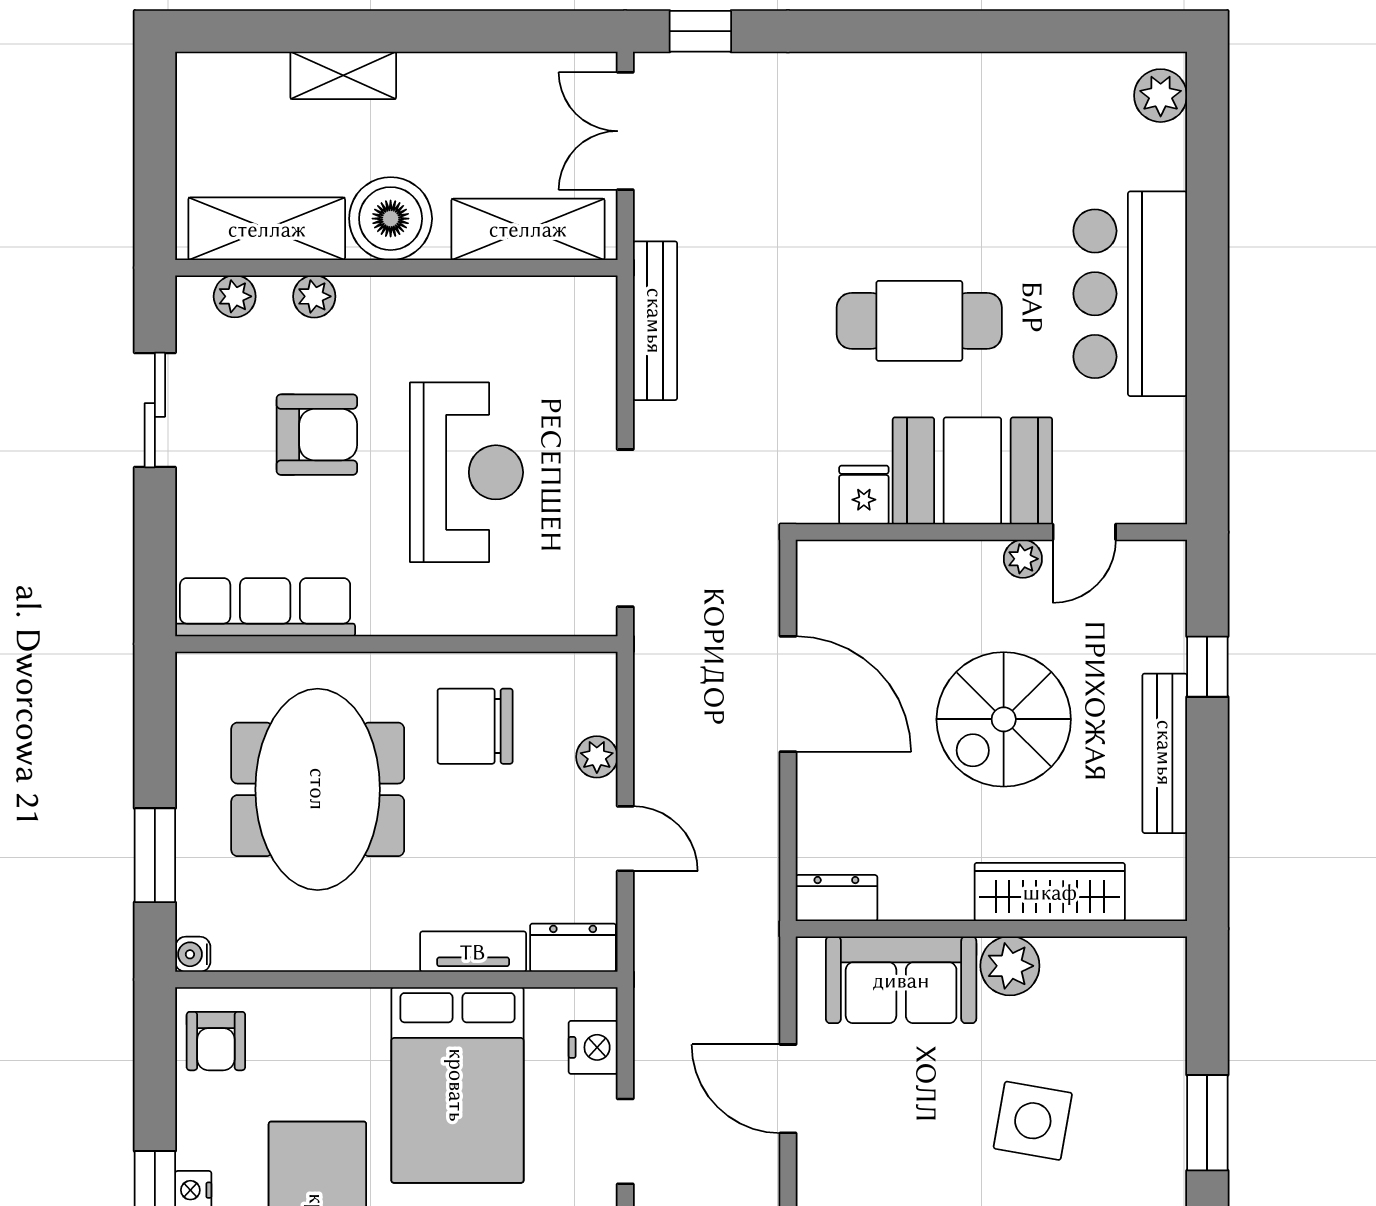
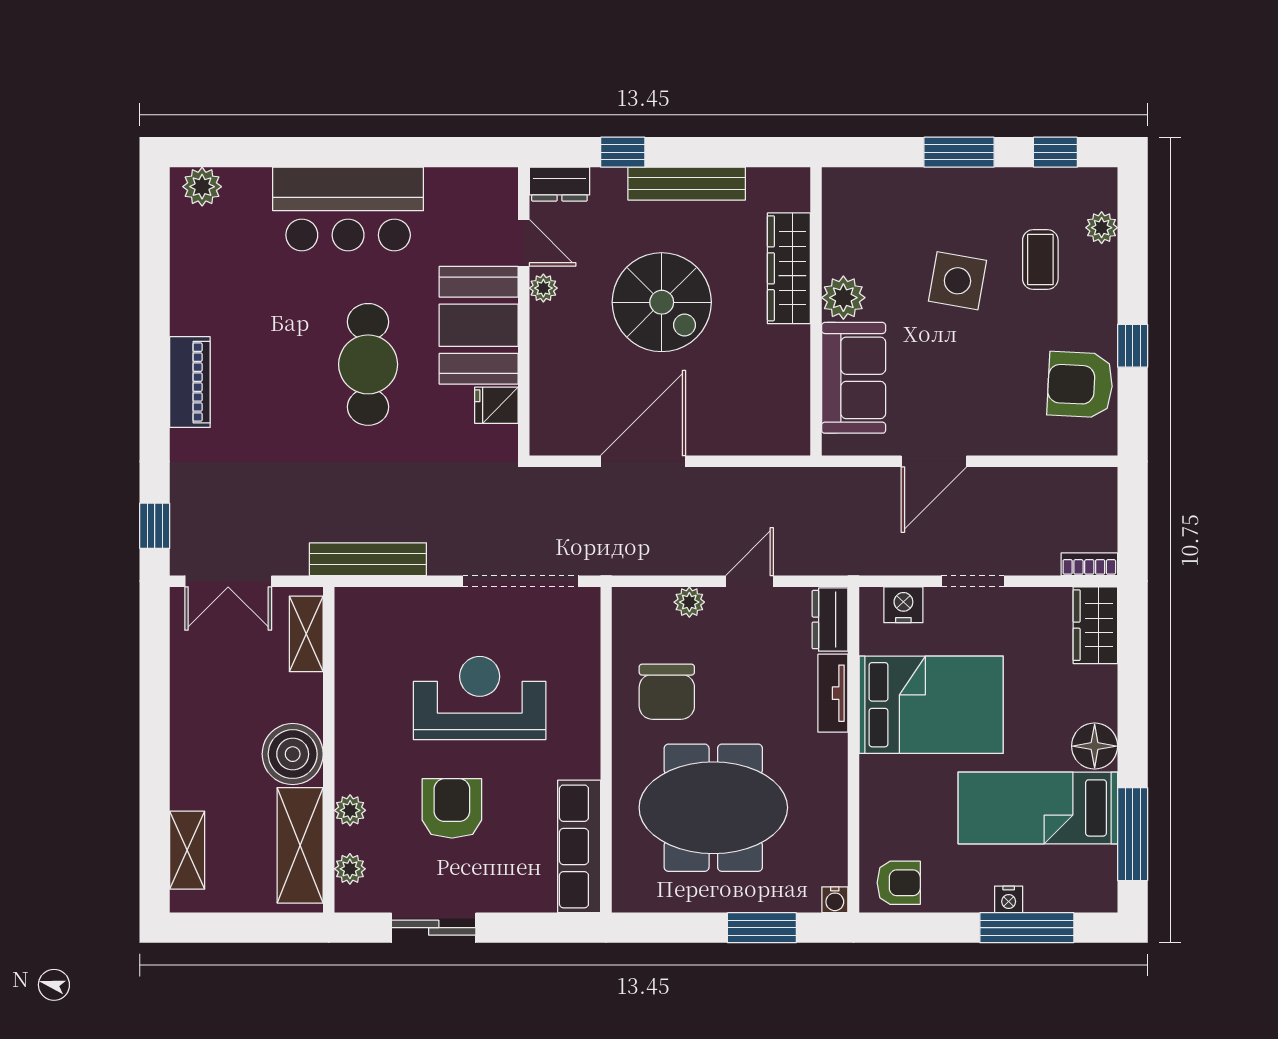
shelving: (343, 75) -> (187, 850), moved
piano: (895, 79) -> (190, 382), added
shelving: (528, 229) -> (306, 634), width x0.67, depth x0.75
dresser: (836, 898) -> (559, 184), moved, turned -90

